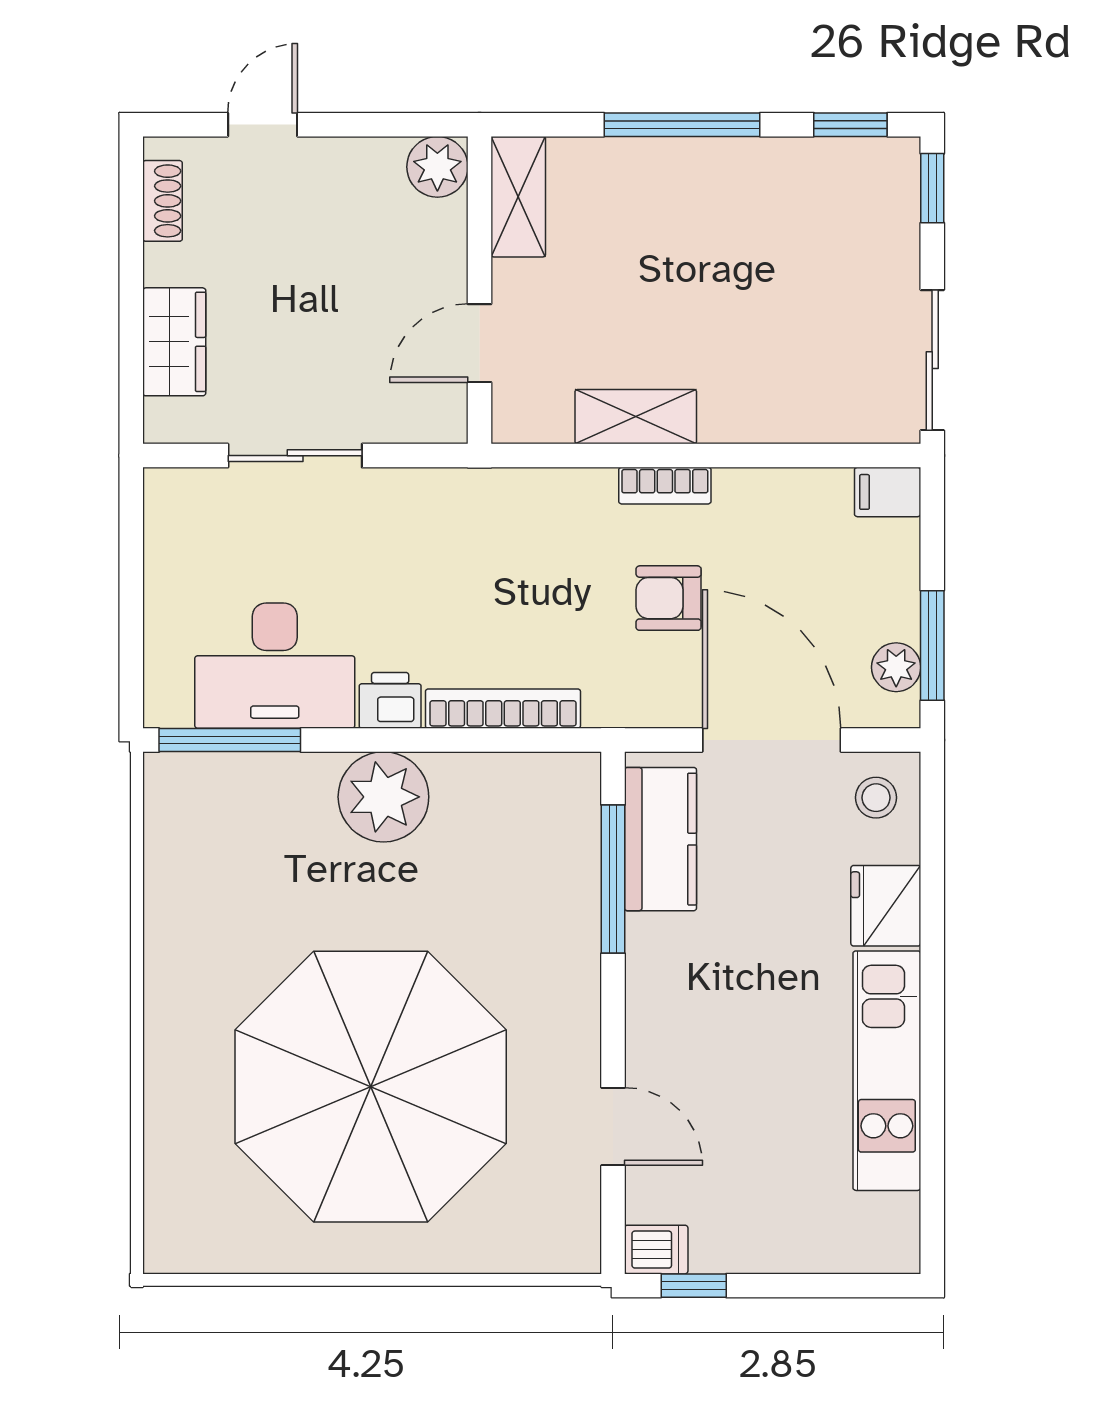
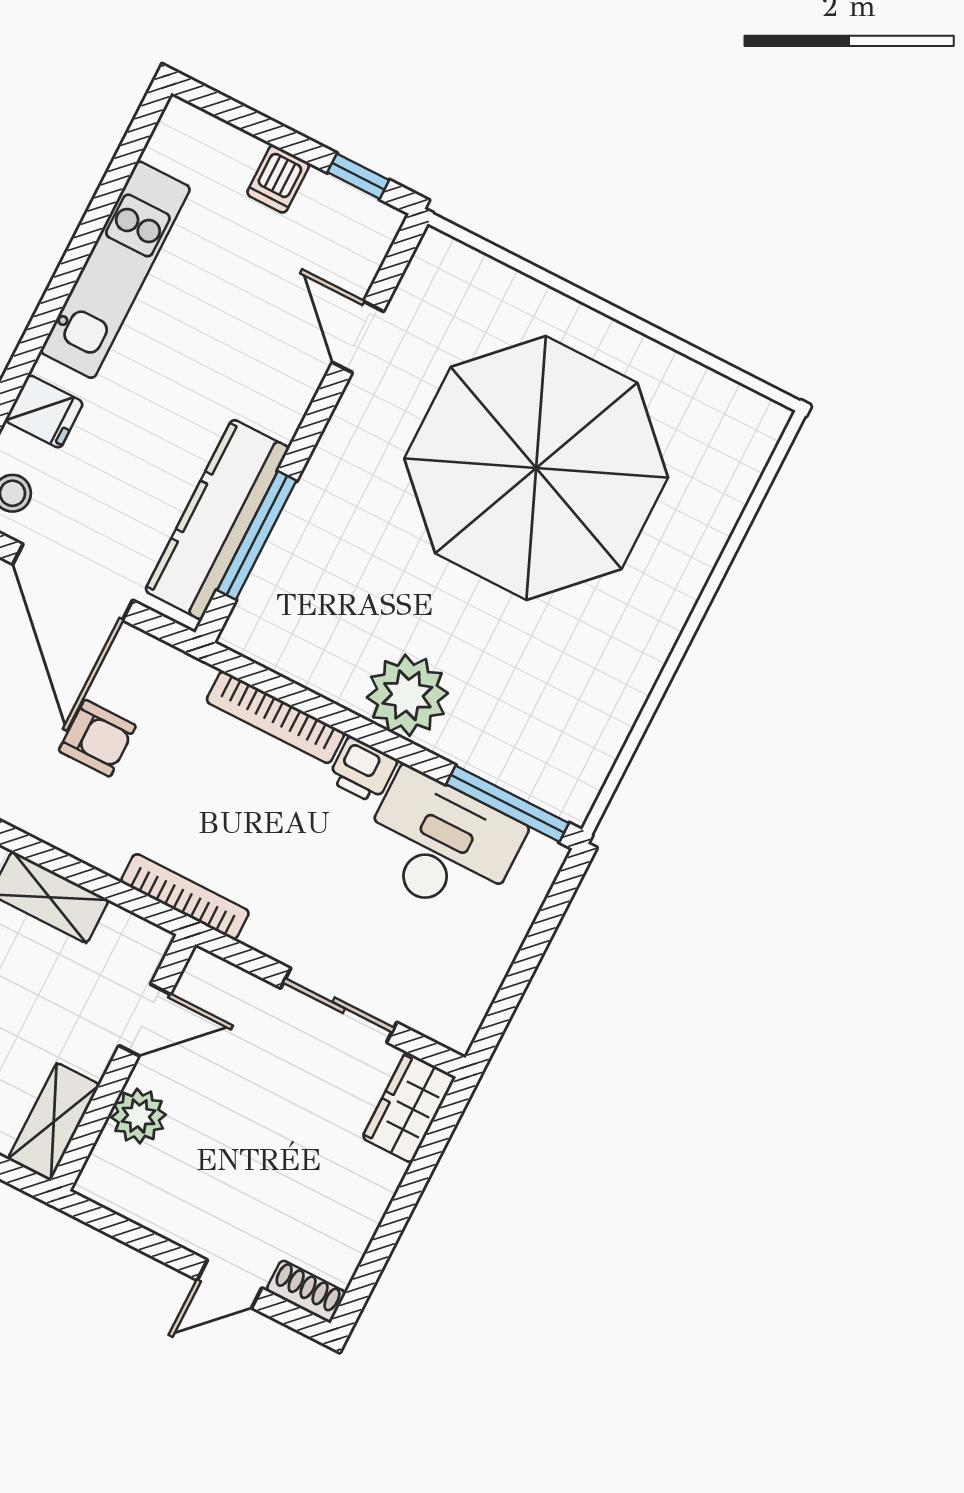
plant: (437, 167) -> (138, 1116), moved
shoe rack: (162, 201) -> (306, 1291), moved, turned 90
wardrobe: (174, 342) -> (409, 1107), moved
bookcase: (665, 486) -> (185, 897), moved, width x1.56
kitchen counter: (660, 839) -> (217, 519), width x1.50
fridge: (886, 906) -> (44, 412), width x0.72
dishwasher: (656, 1250) -> (278, 179), moved, turned -90

